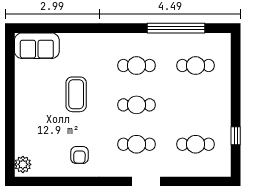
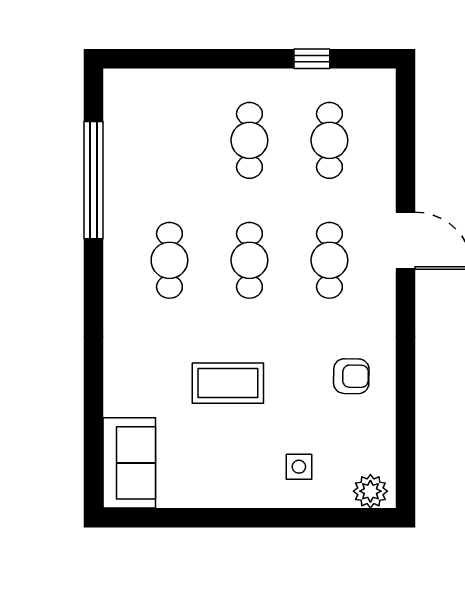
cafe table: (196, 66) -> (249, 140), moved
side table: (35, 129) -> (299, 467), added

